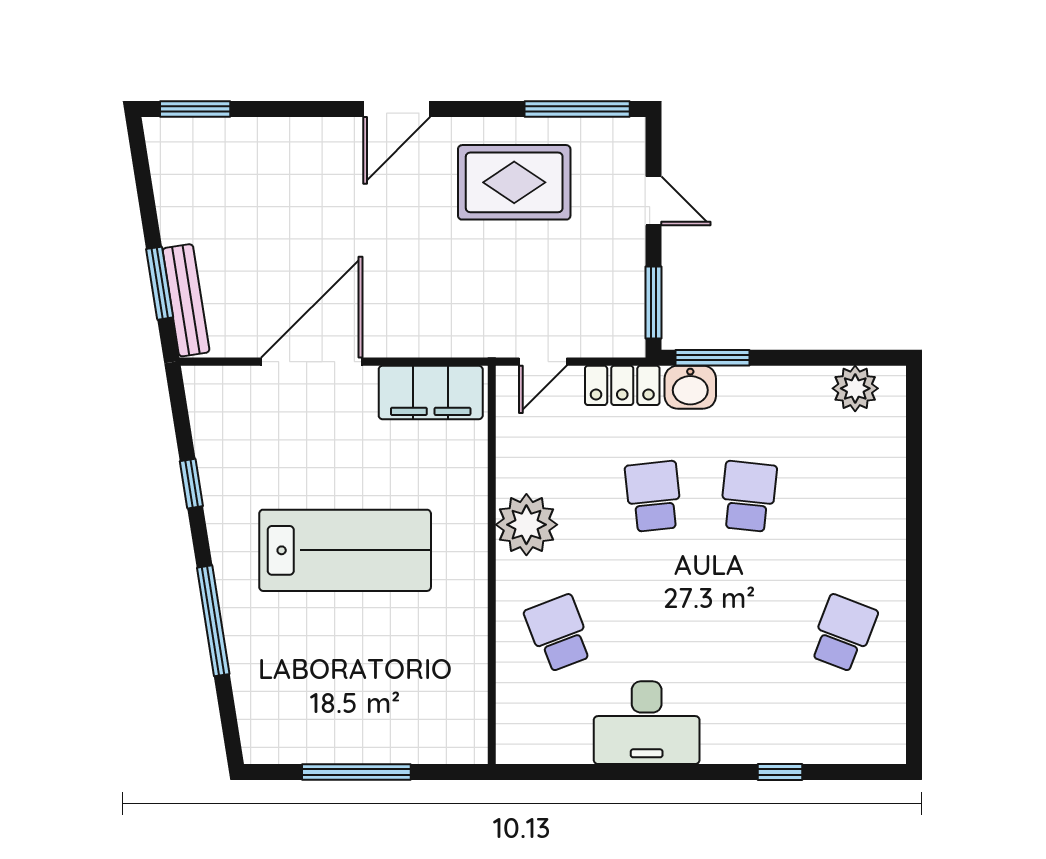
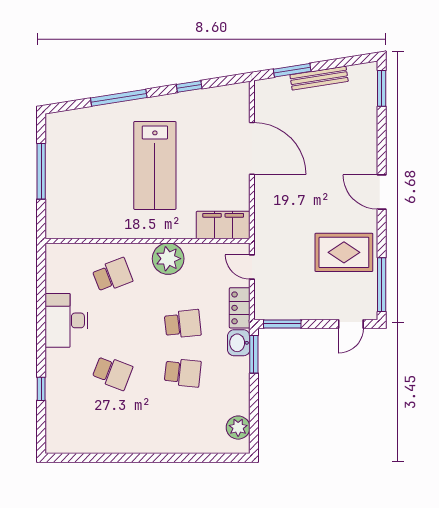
rug: (514, 182) -> (344, 252), turned 90
door: (654, 201) -> (351, 324), moved
bench: (186, 300) -> (319, 78), moved
filing cabinet: (431, 392) -> (223, 225), moved, turned 90
school desk: (843, 633) -> (112, 373), moved

